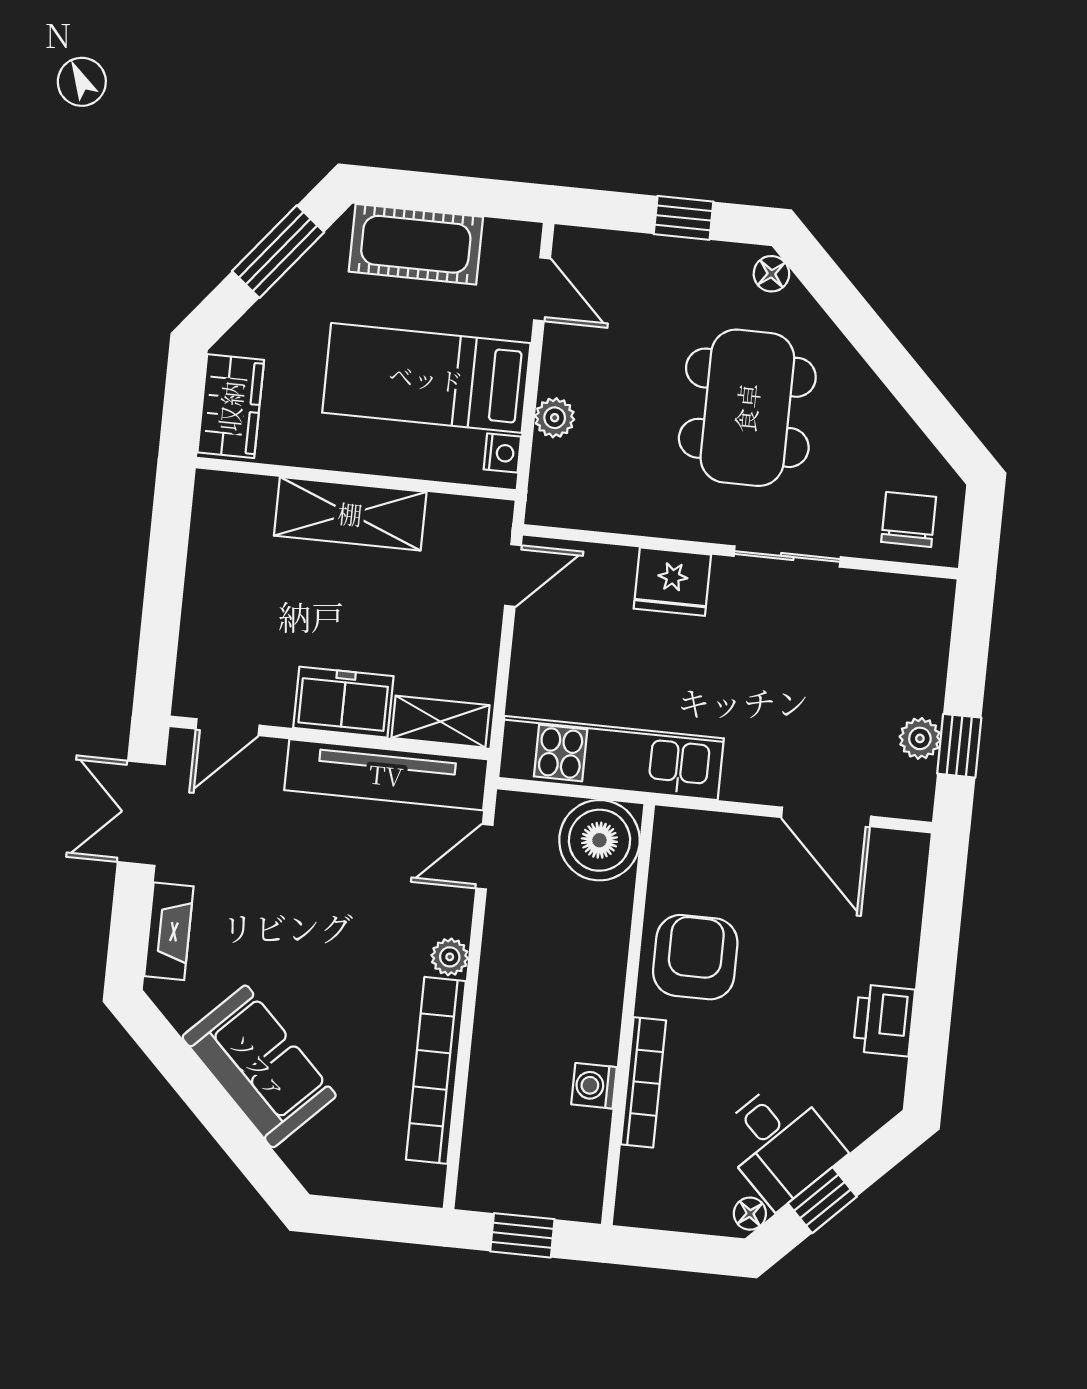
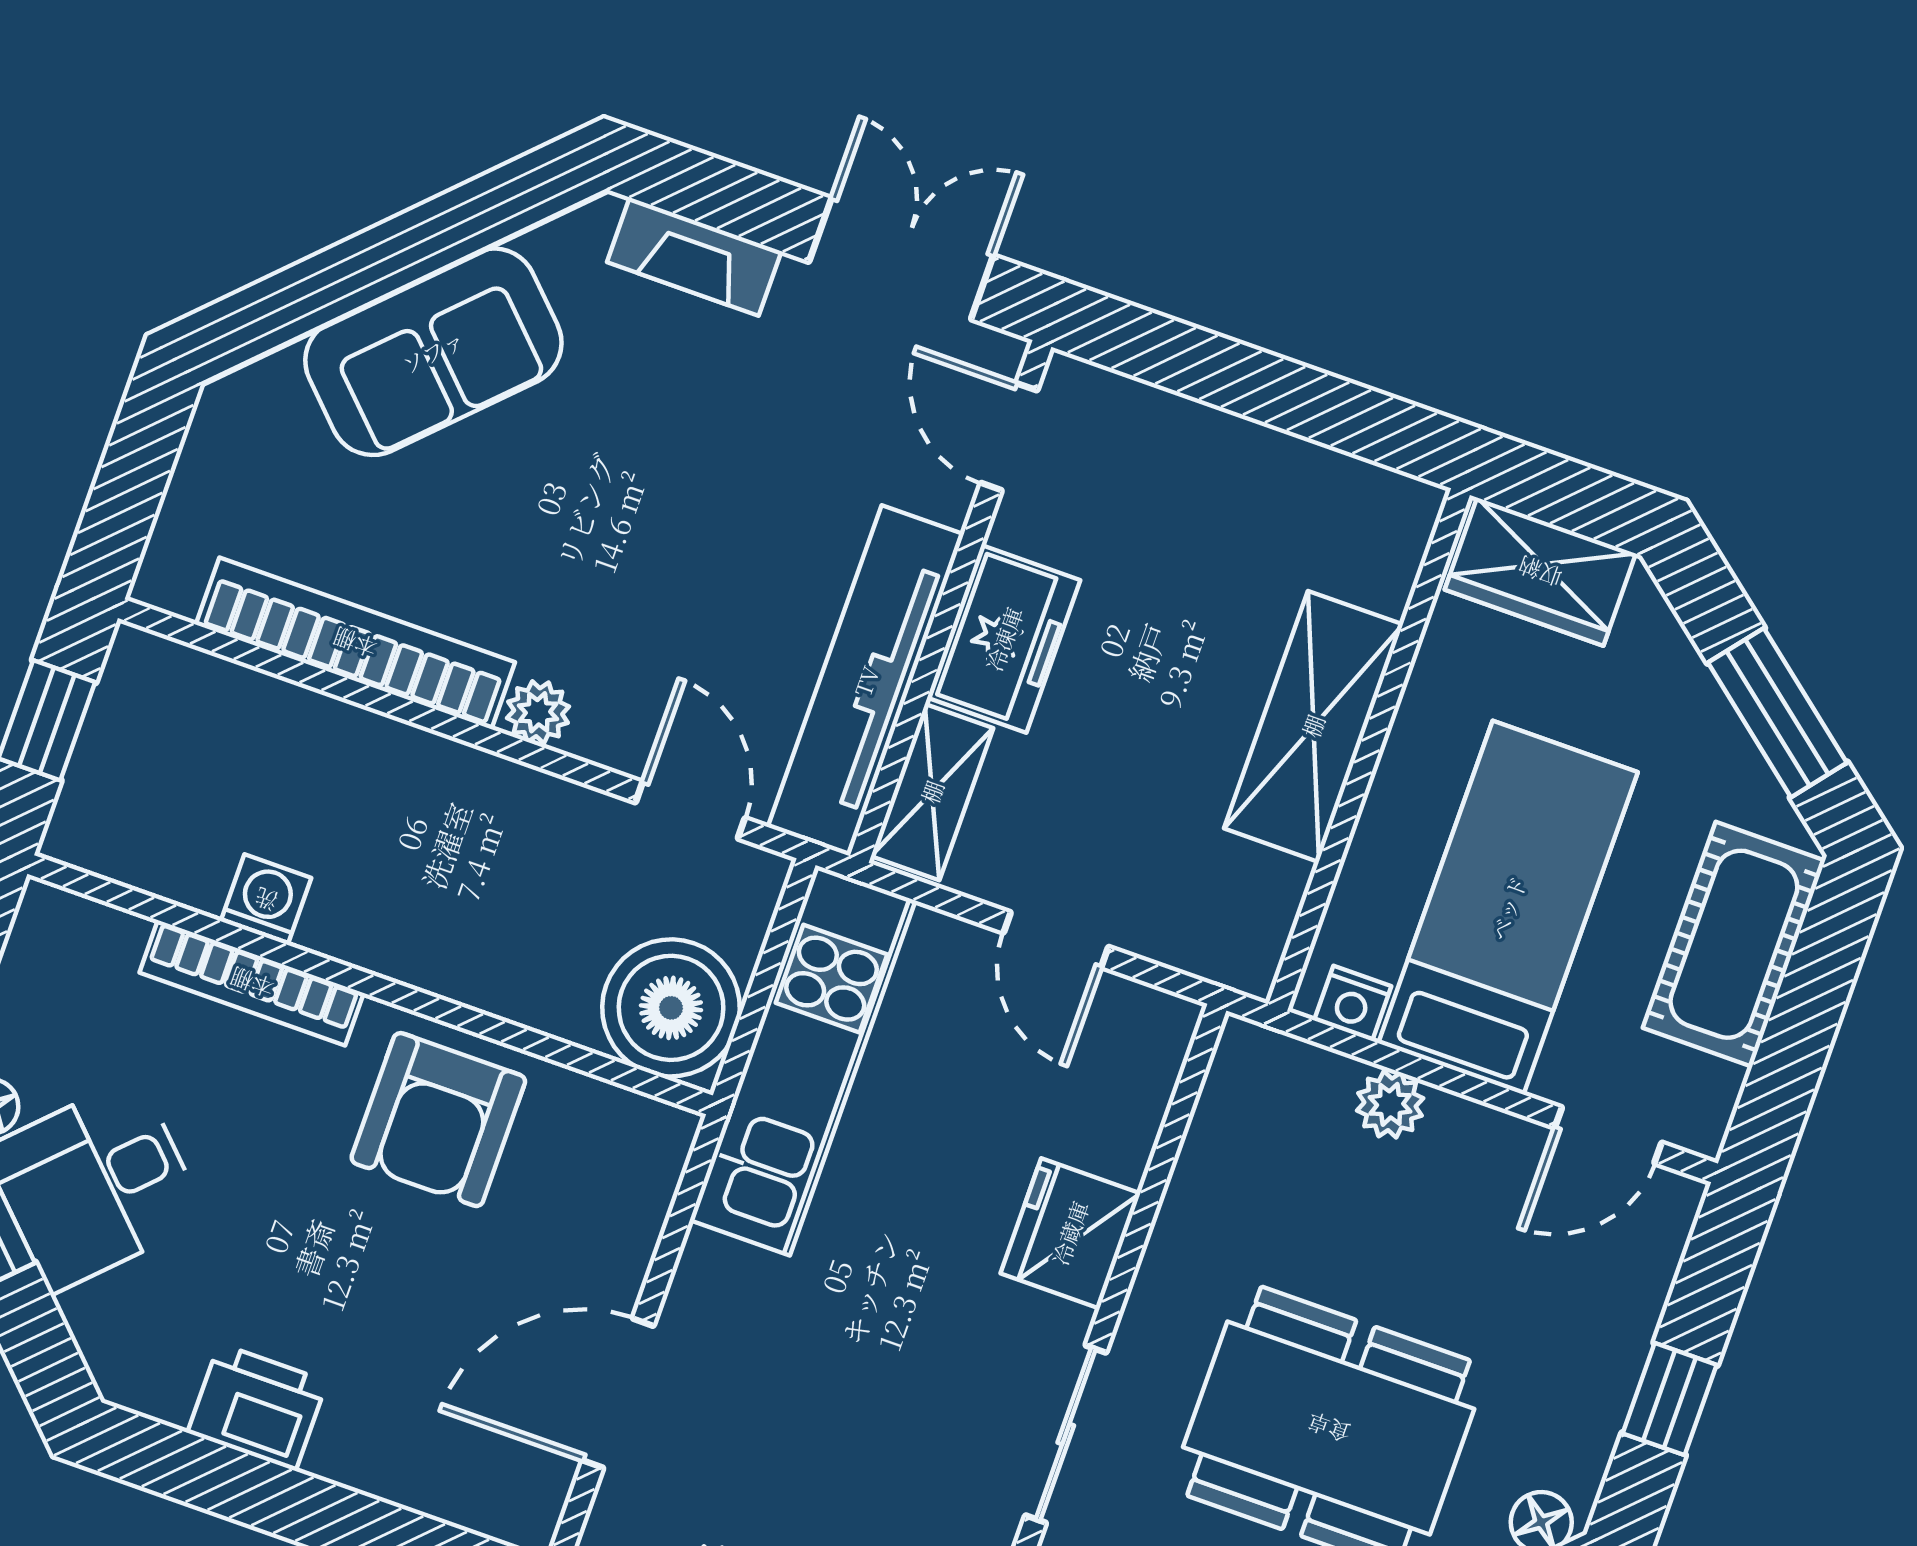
door: (513, 575) -> (1056, 940), moved
armchair: (695, 957) -> (438, 1120), turned 90

